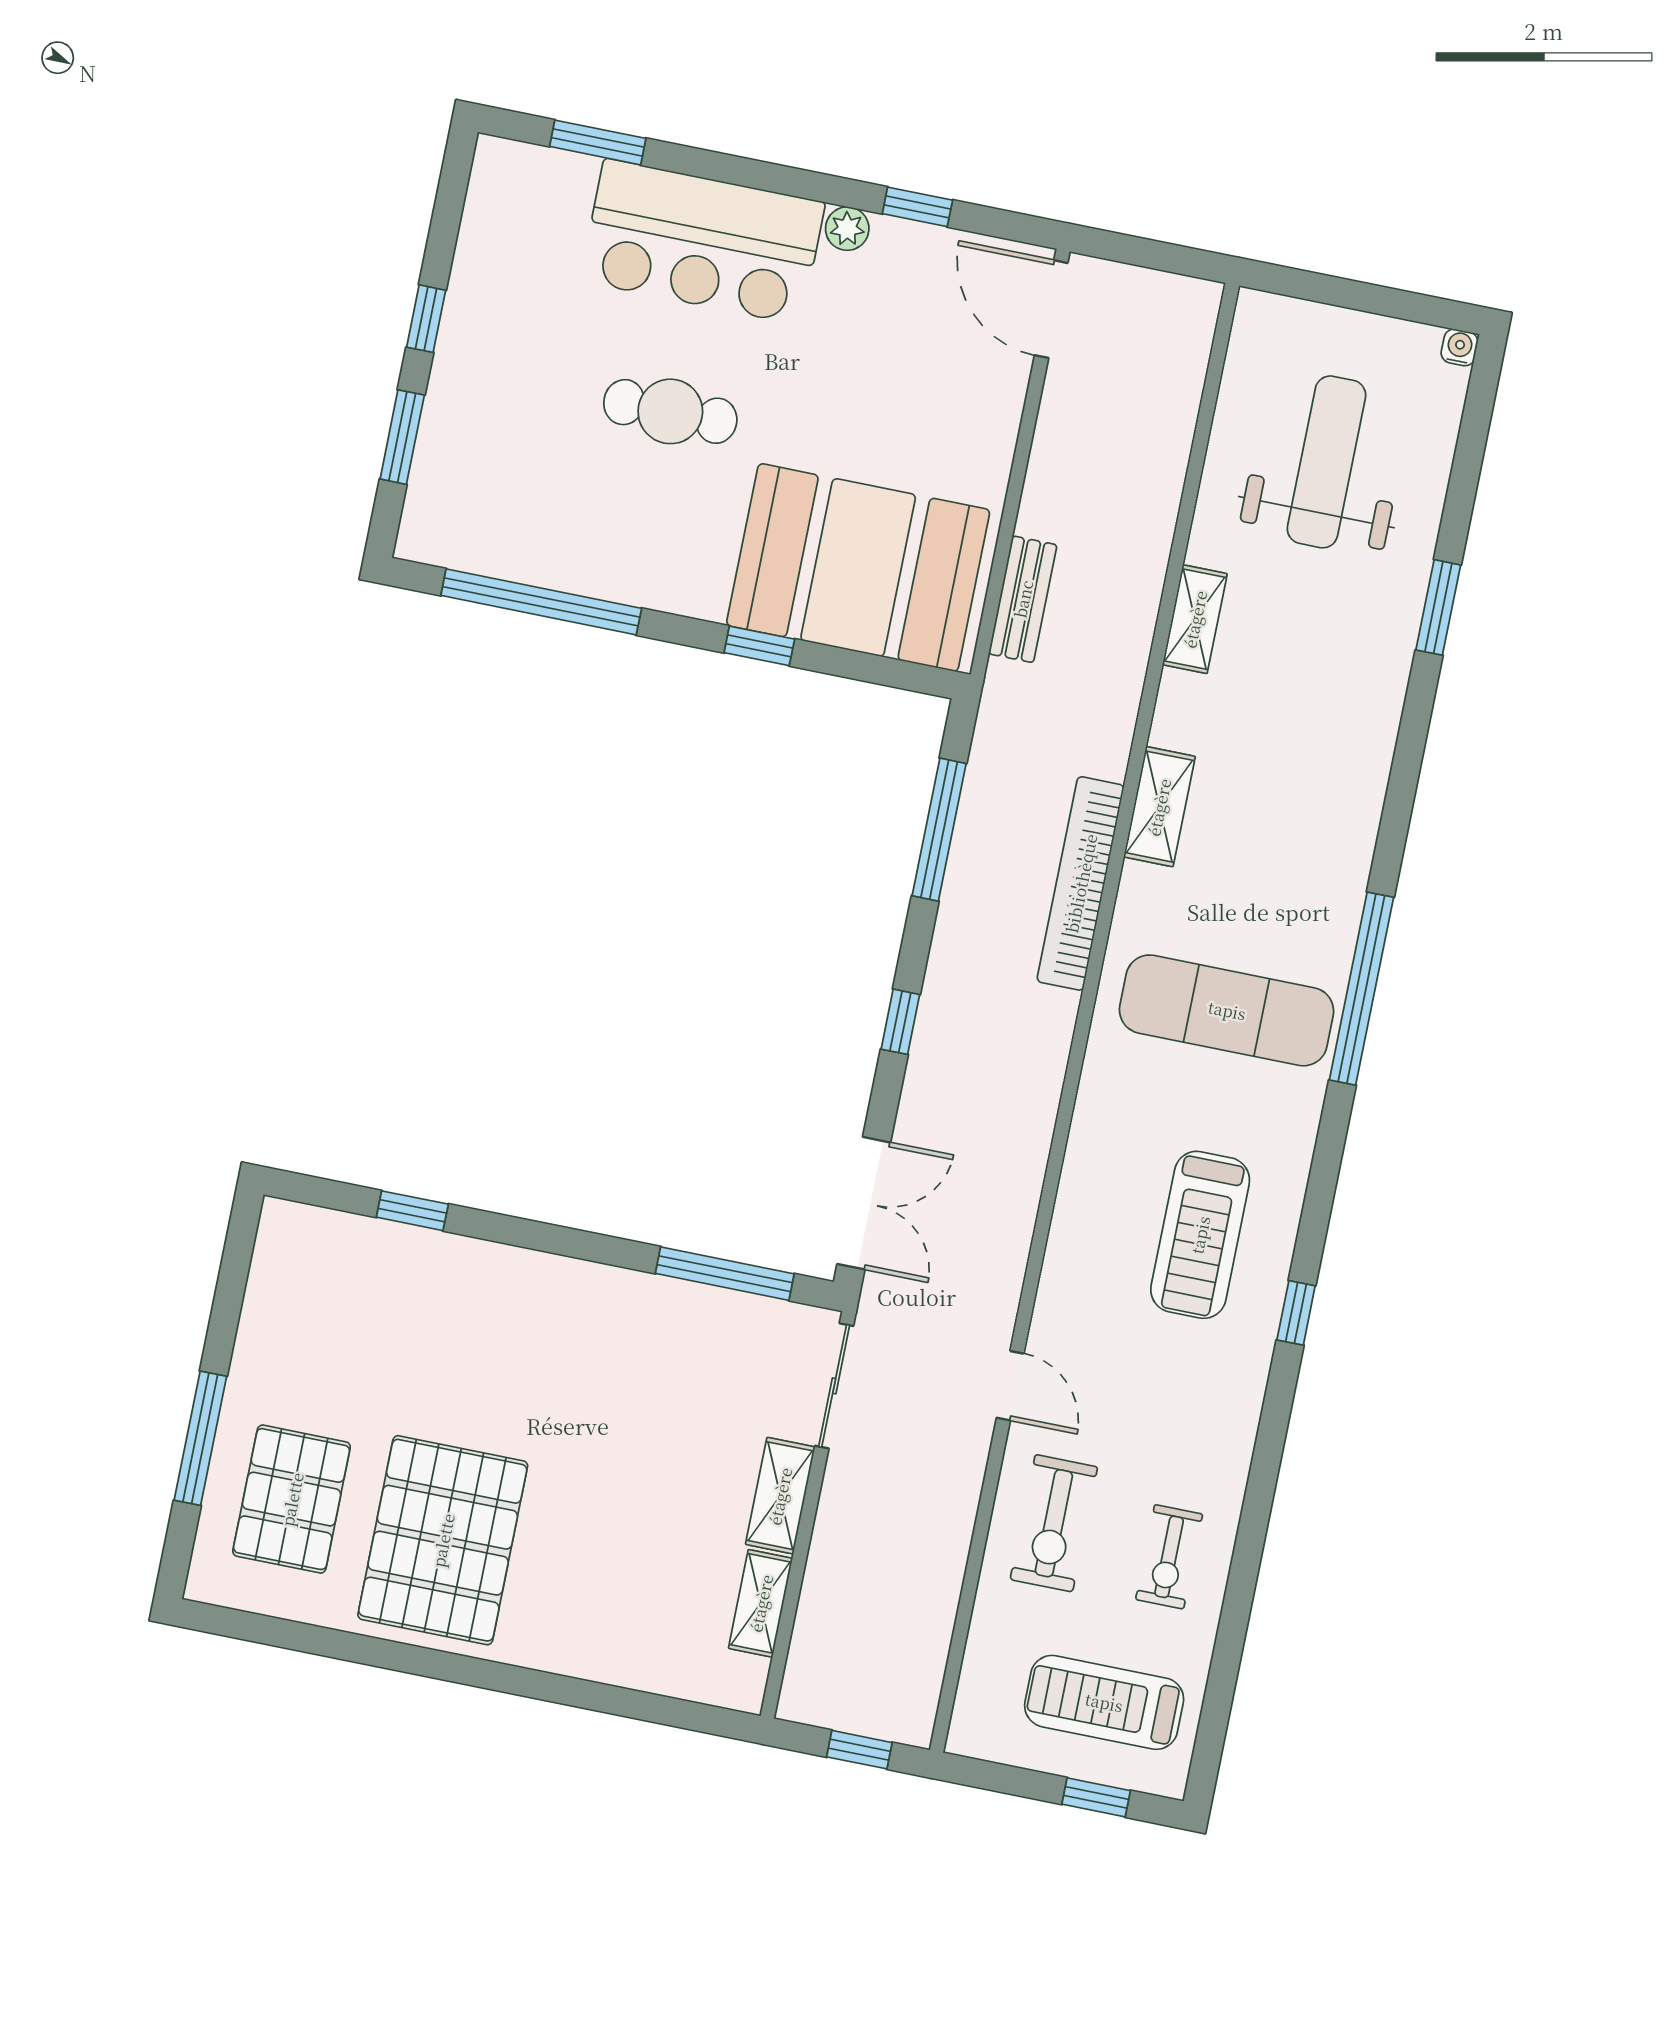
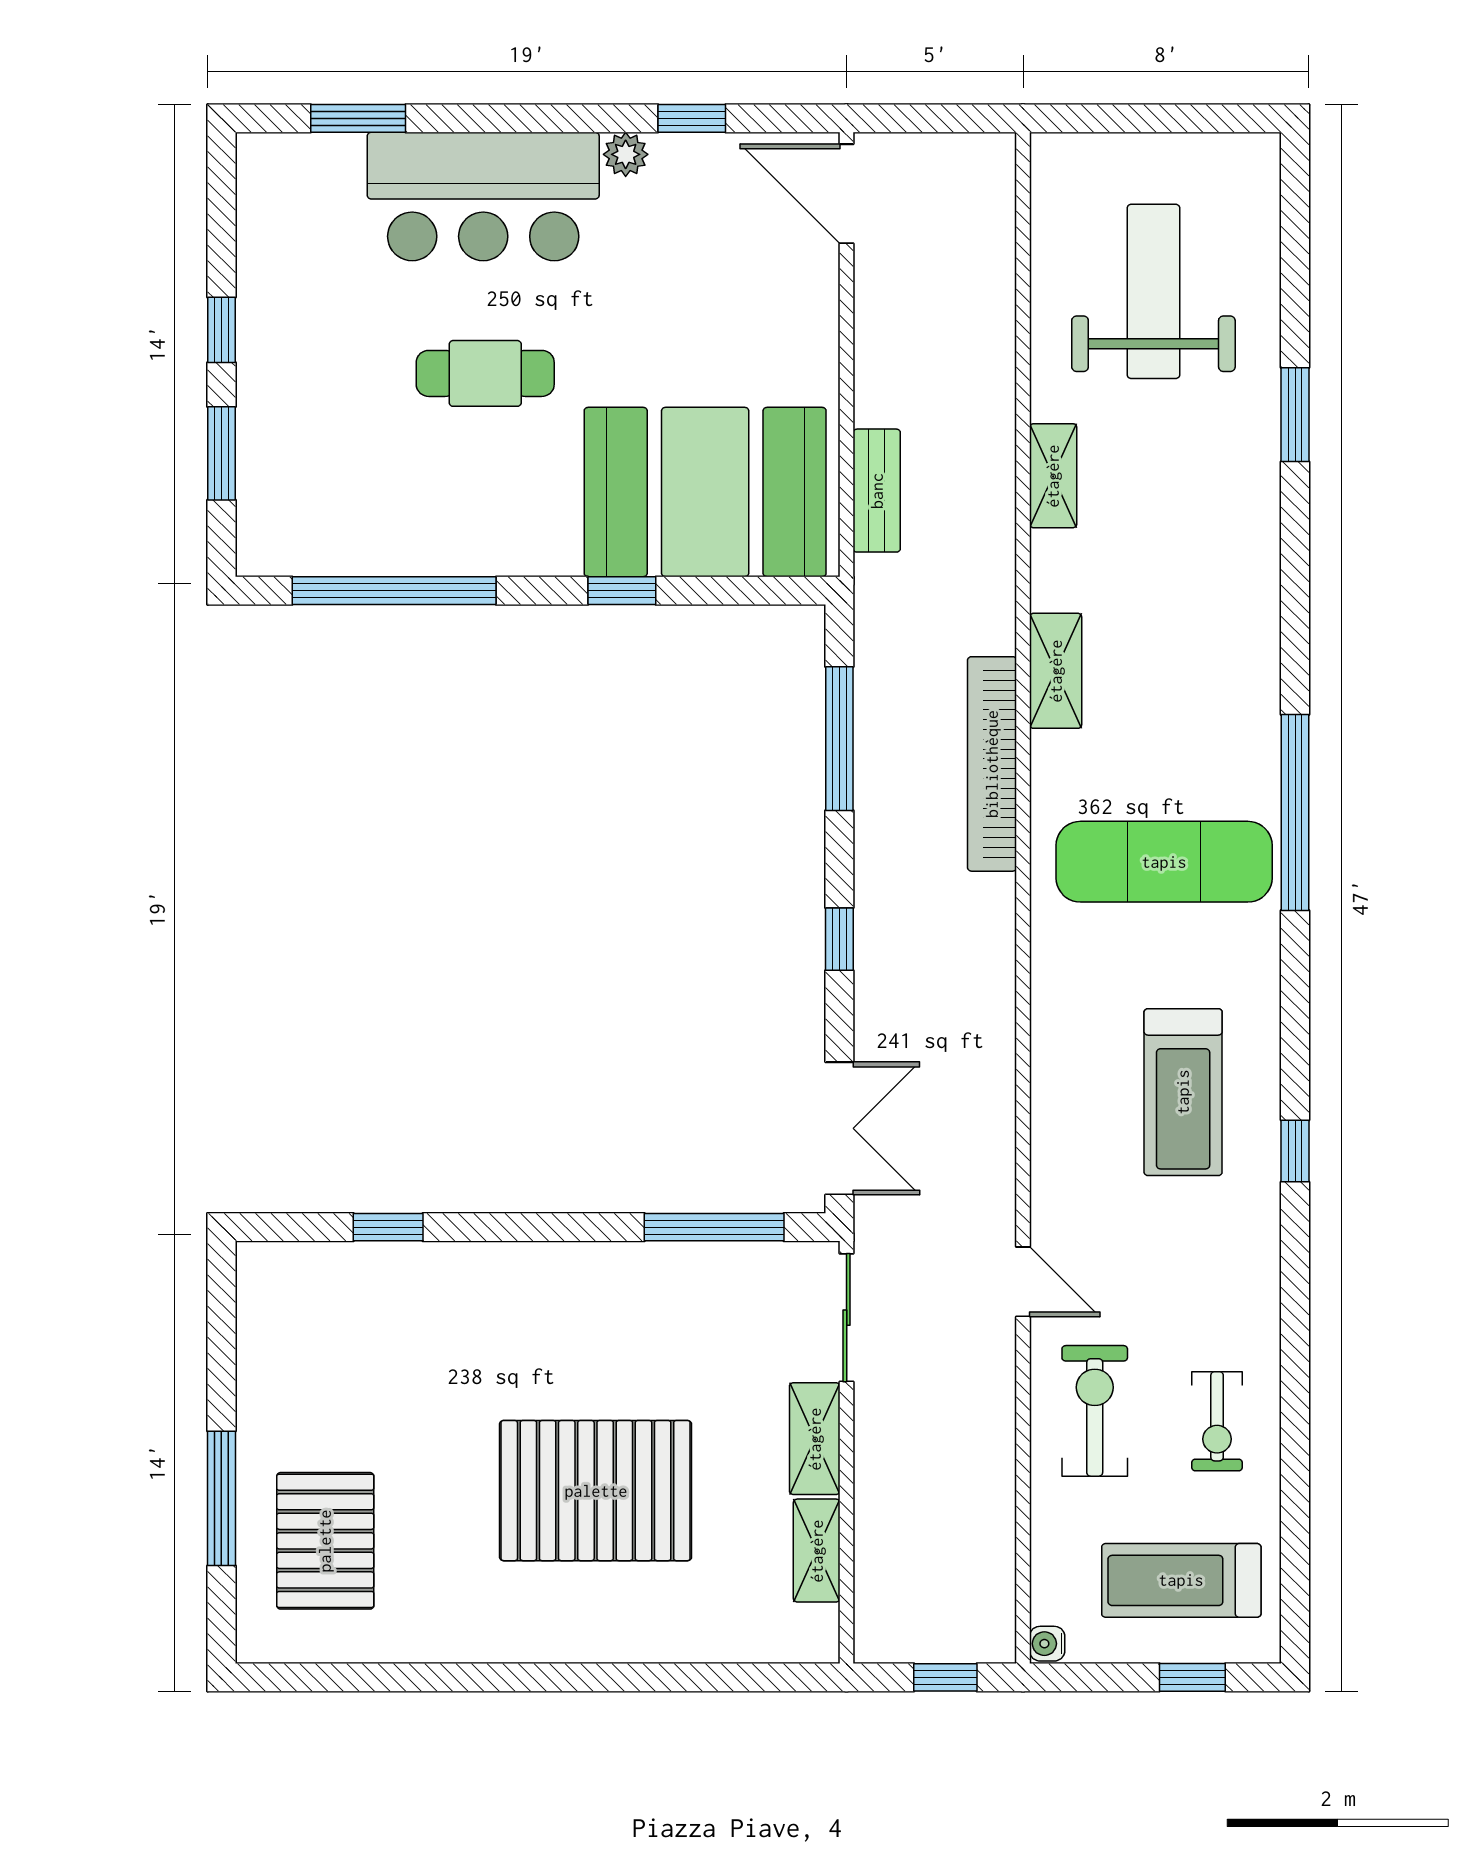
water cooler: (1459, 347) -> (1047, 1644), moved, turned -90
exercise bike: (1054, 1523) -> (1095, 1411), turned 180
pallet: (443, 1540) -> (596, 1491), moved, turned 90

